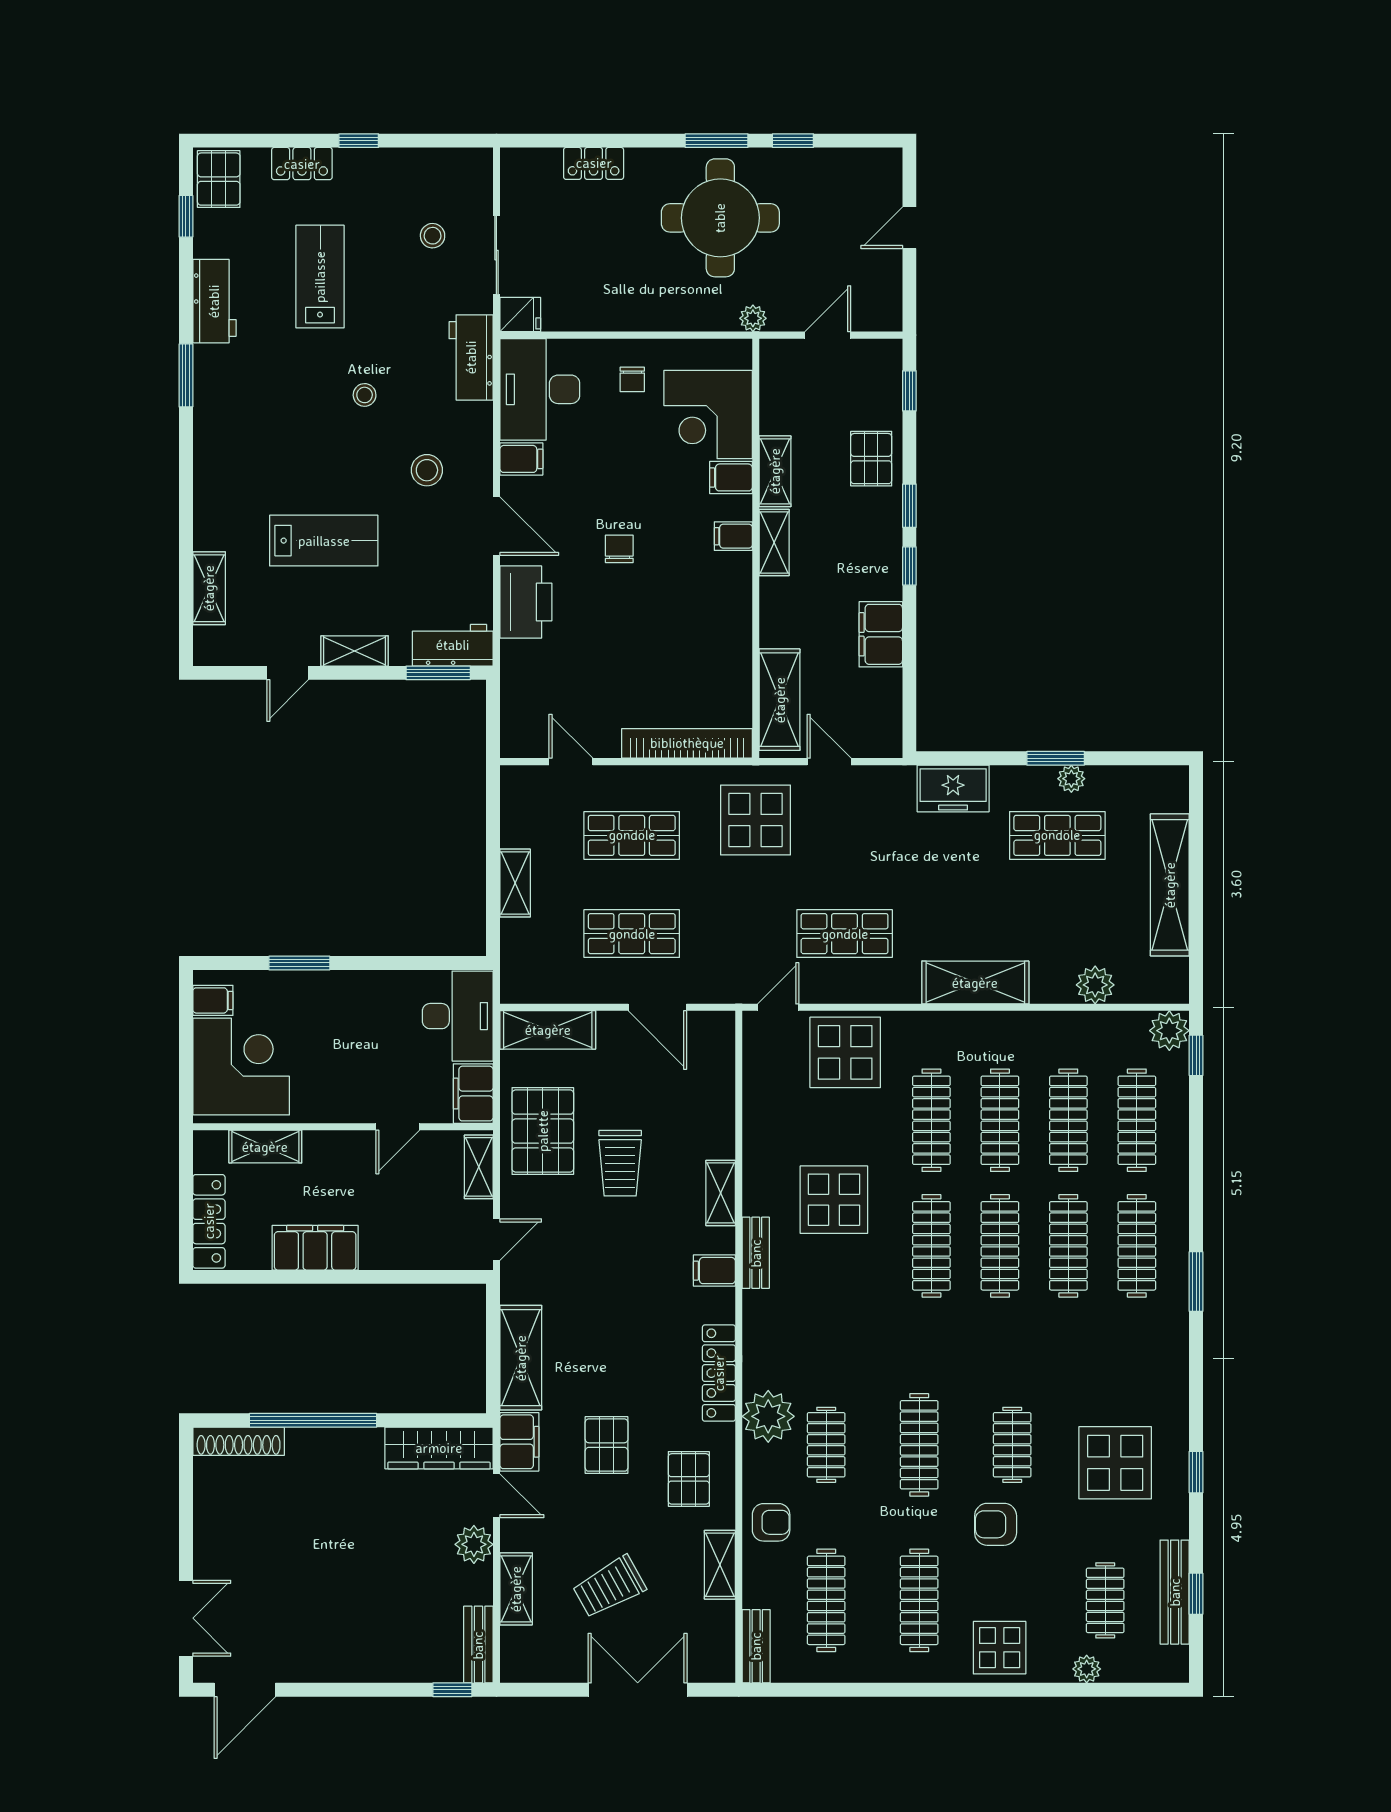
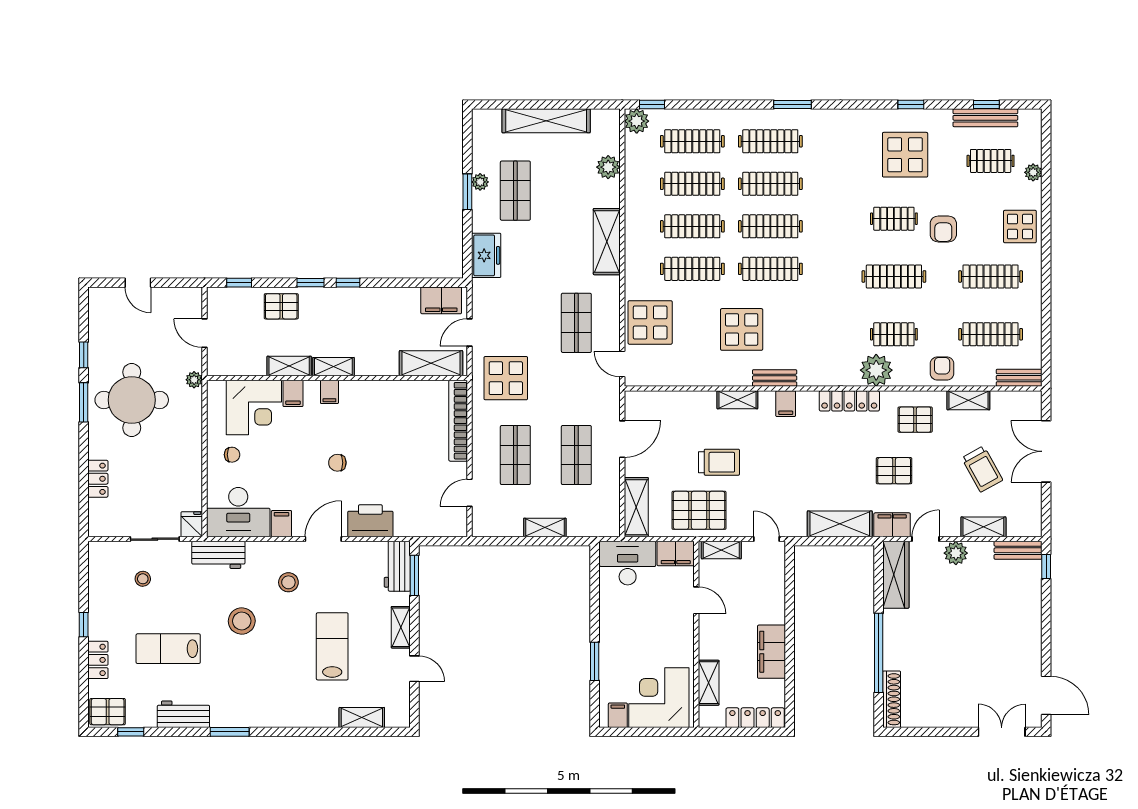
stool: (365, 395) -> (242, 621), width x1.89, depth x1.89
filing cabinet: (881, 634) -> (441, 300), moved

